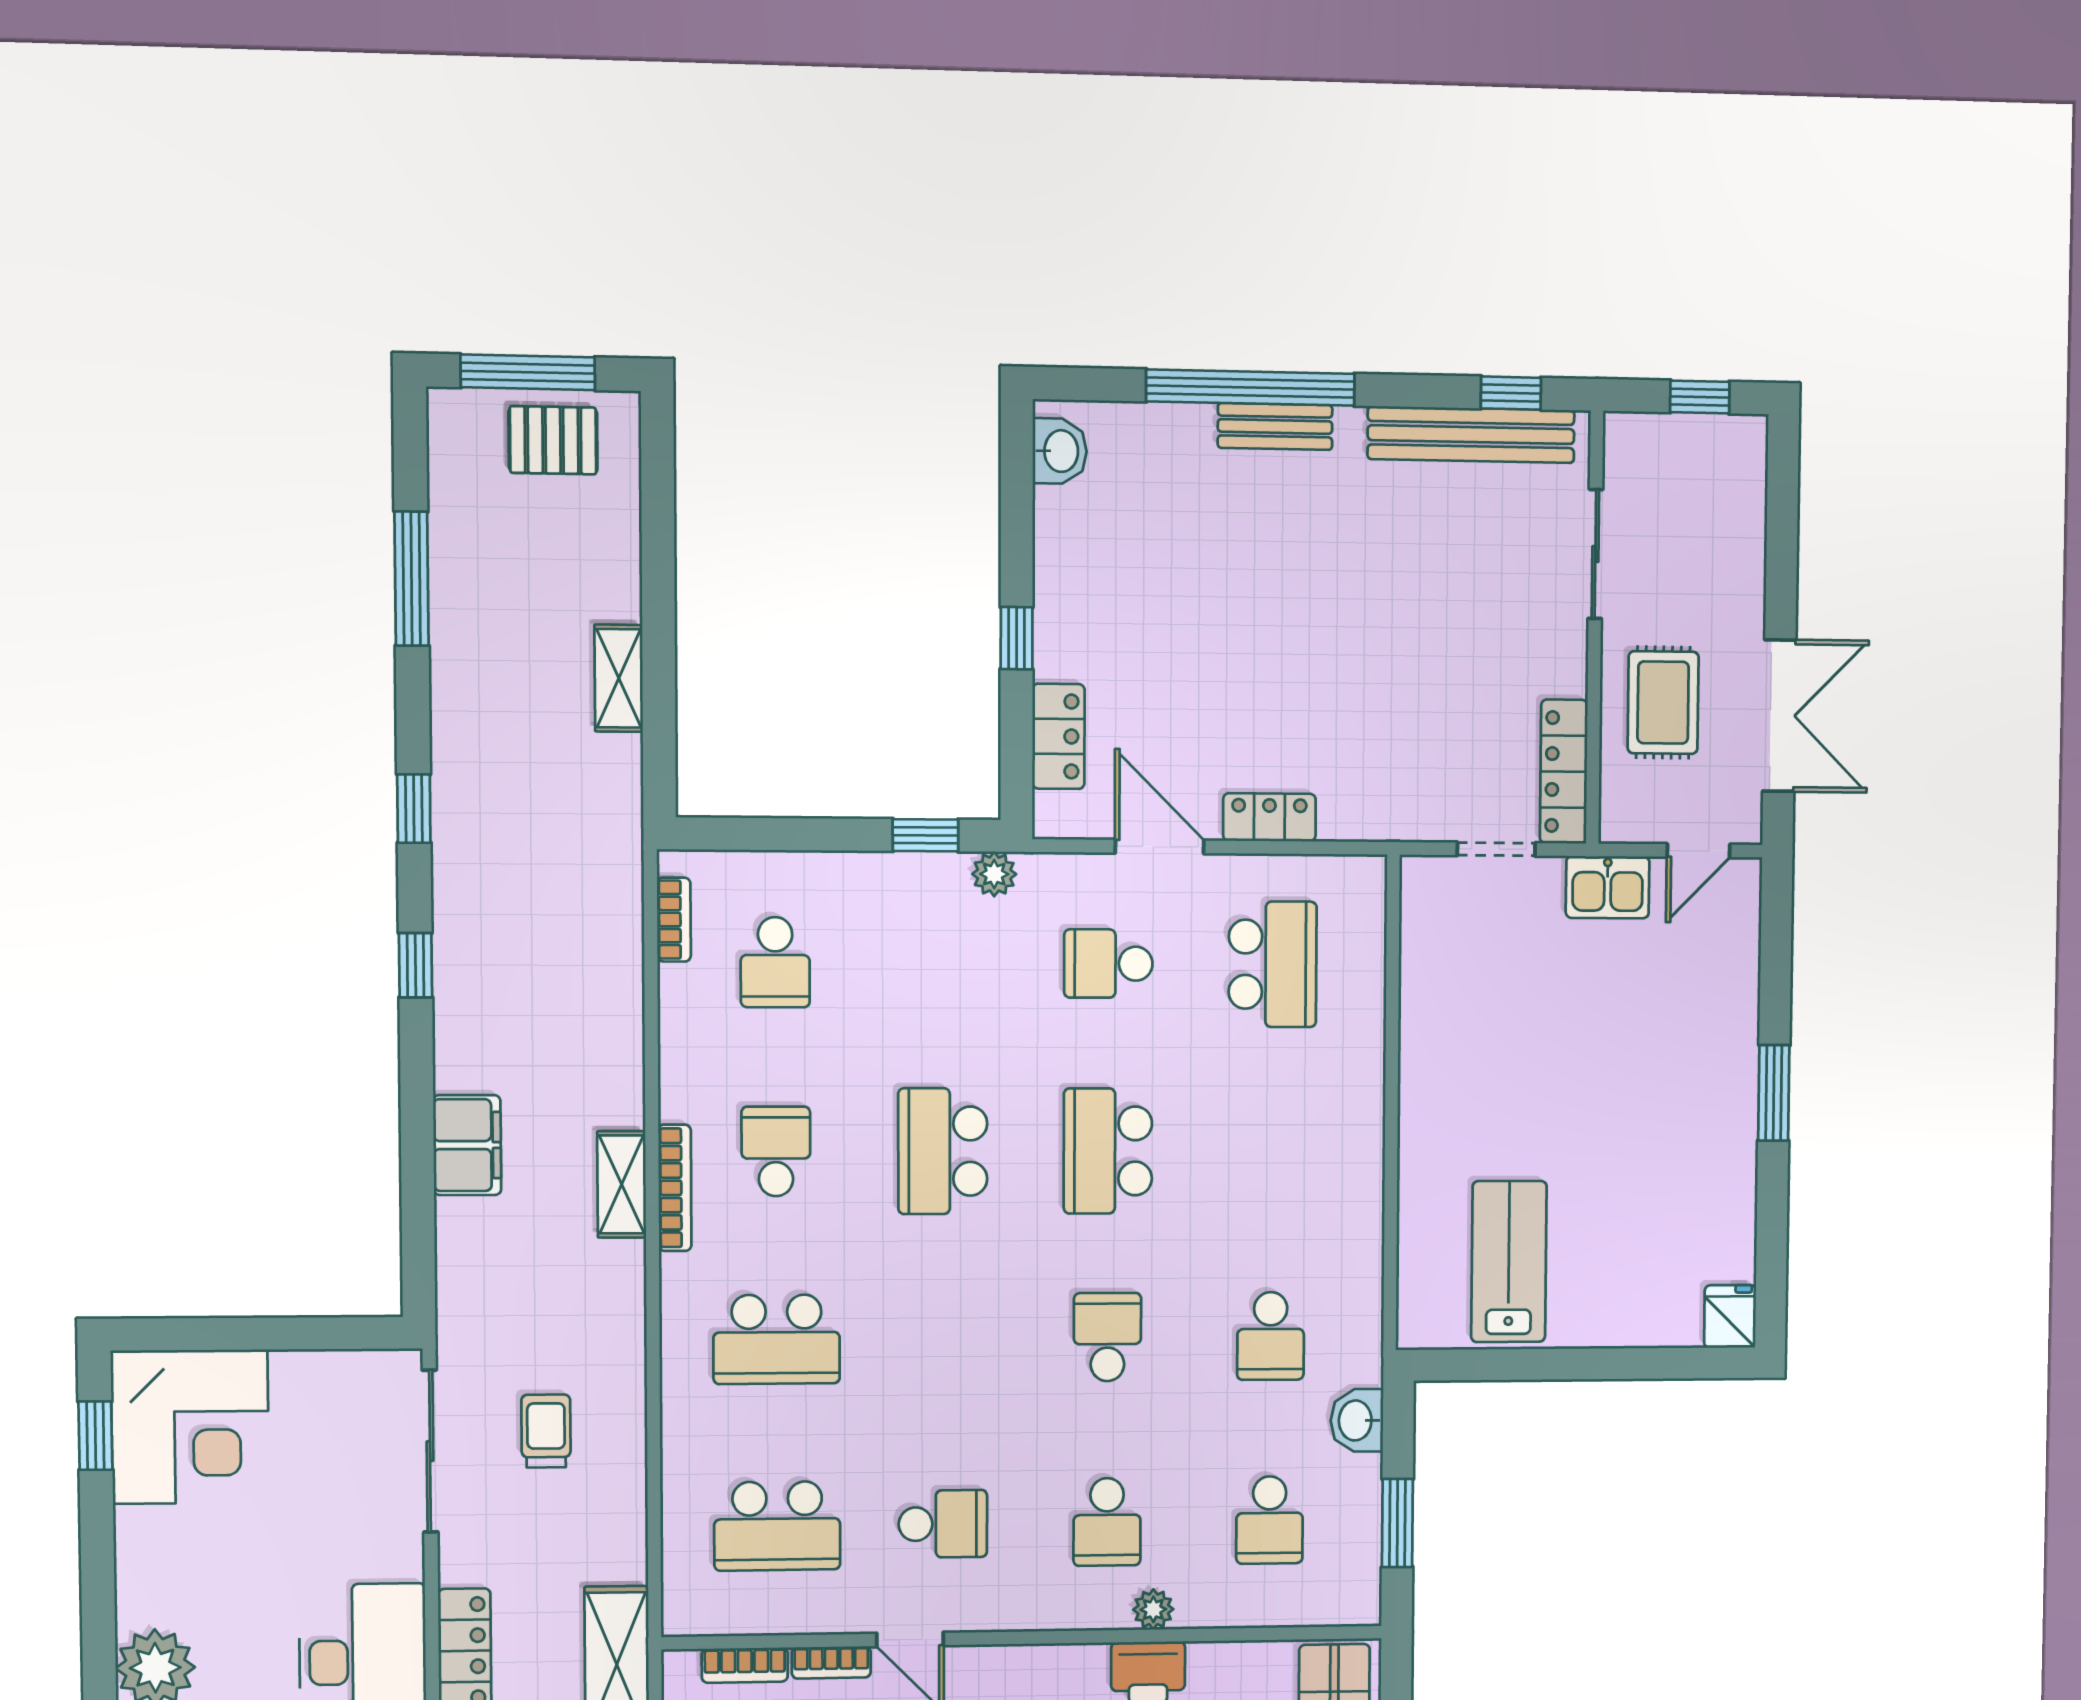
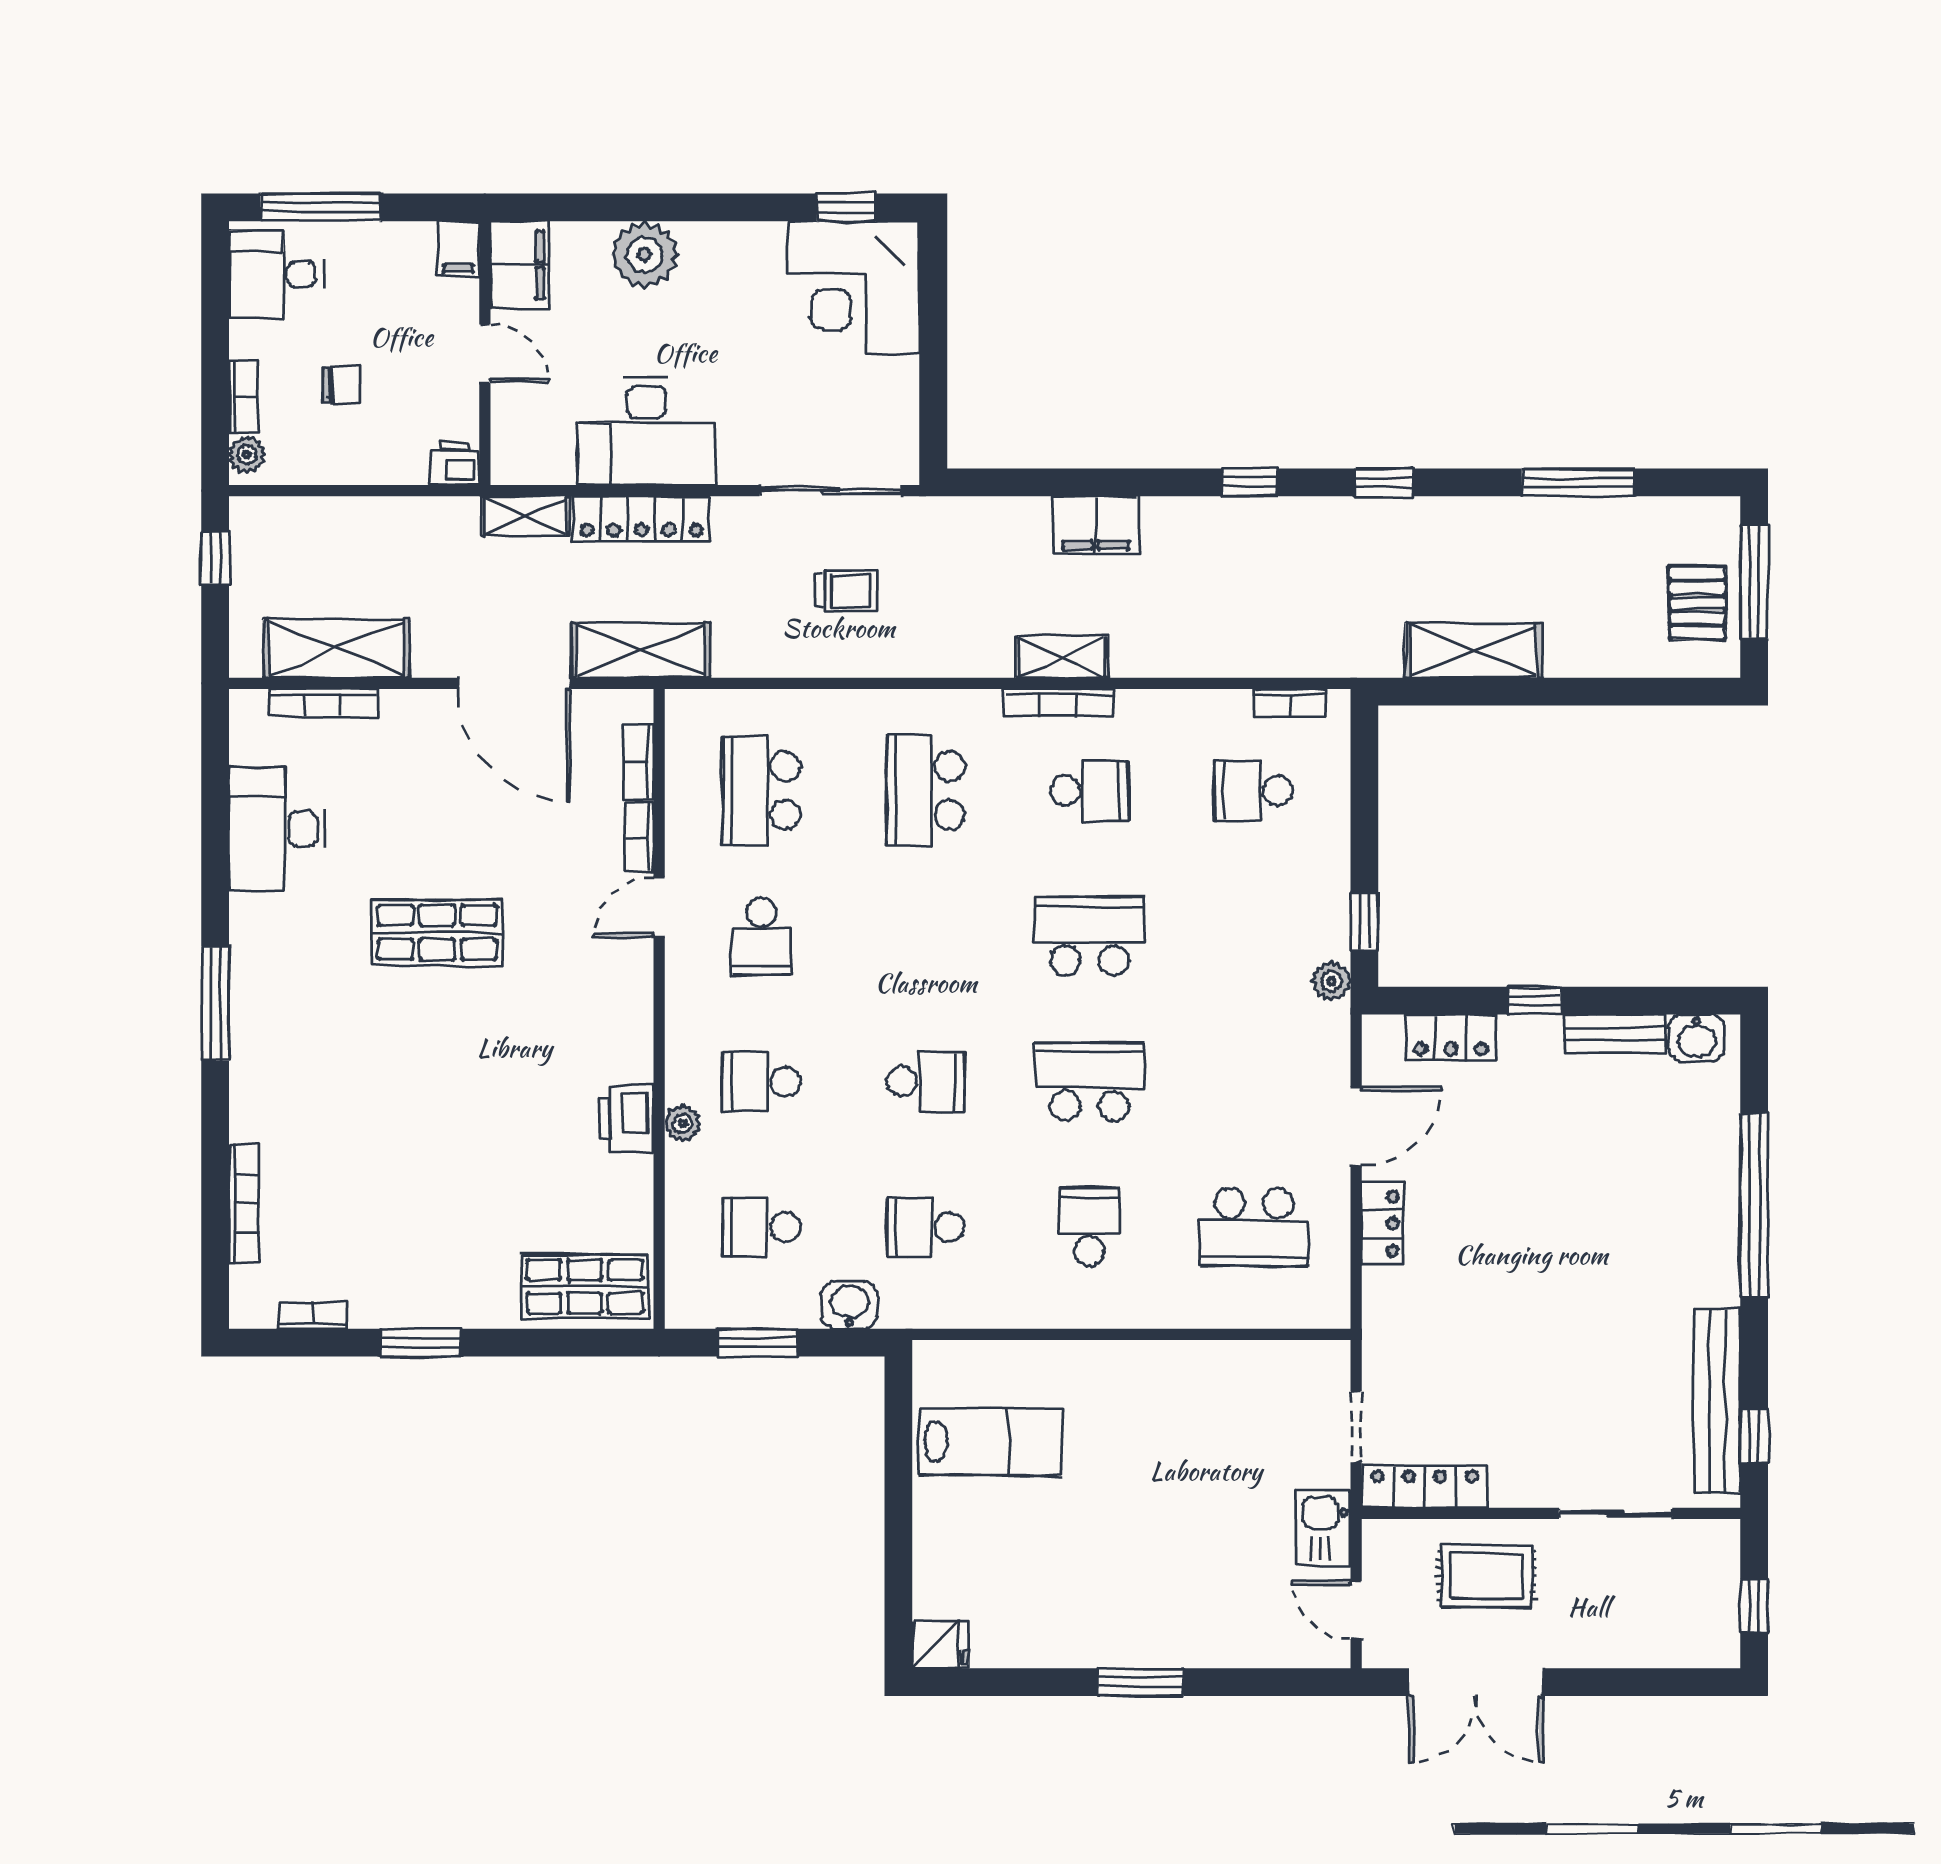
bench: (1275, 426) -> (1614, 1034), moved, turned 90
shelving: (619, 678) -> (1474, 650), width x1.50, depth x1.33
school desk: (1108, 964) -> (1090, 1227), moved

